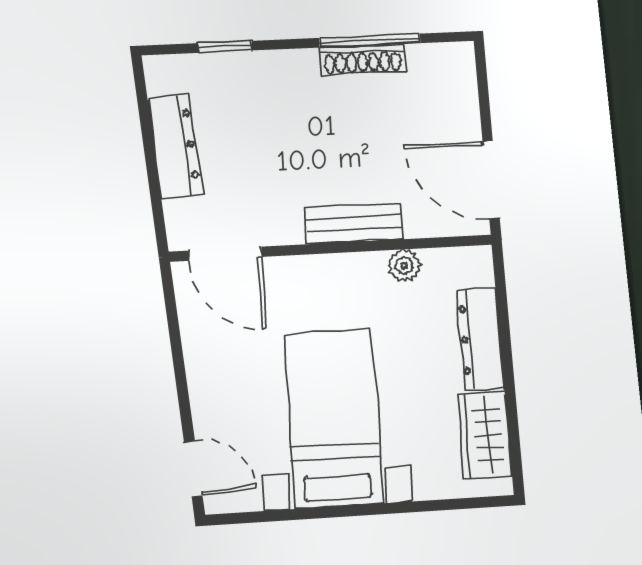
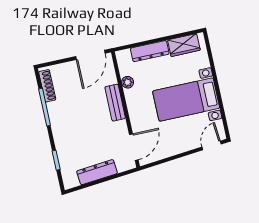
shoe rack: (362, 59) -> (47, 86), moved

